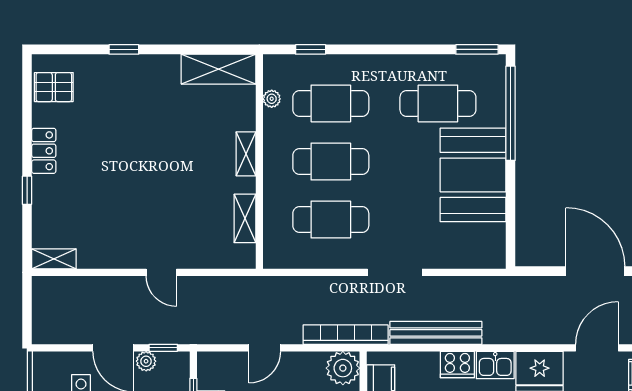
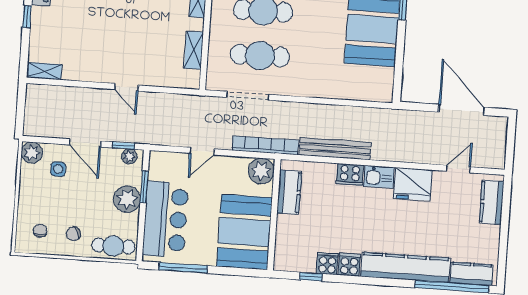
doorway: (395, 272) -> (248, 96), moved
door: (597, 348) -> (458, 169), width x0.73
plant: (146, 361) -> (129, 156), moved
plant: (45, 365) -> (32, 153), added

